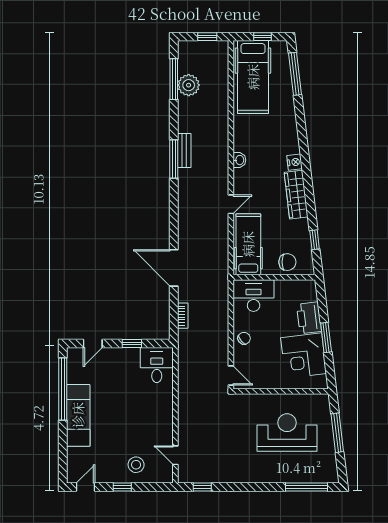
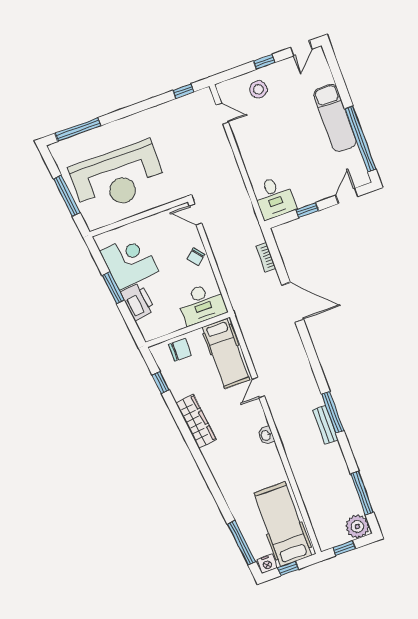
plant: (189, 85) -> (357, 526), moved
nightstand: (295, 162) -> (267, 564), moved, turned -83
chair: (287, 262) -> (180, 350), turned 180
reception desk: (287, 432) -> (118, 177), width x1.36, depth x1.30

